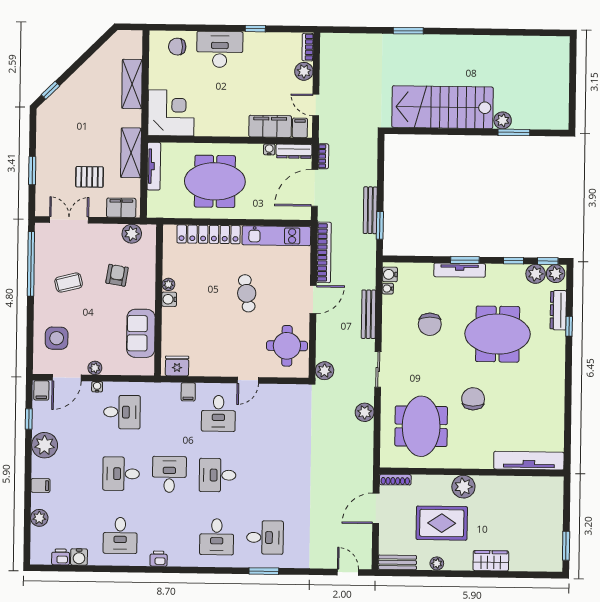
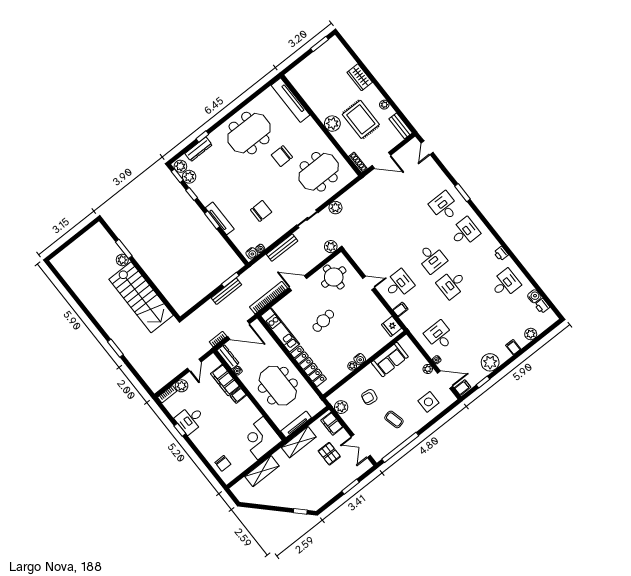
desk: (220, 49) -> (190, 419), moved, width x0.73
filing cabinet: (300, 128) -> (238, 396), moved
meeting table: (498, 334) -> (249, 133), moved, turned 90
desk: (121, 474) -> (472, 310), removed

